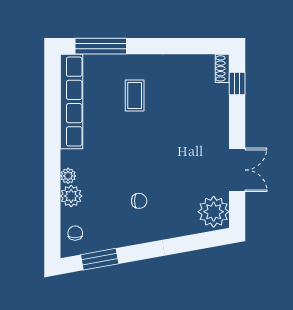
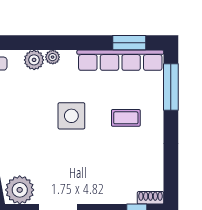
window: (52, 92) -> (129, 43), added
side table: (132, 155) -> (71, 116), added
chair: (139, 201) -> (30, 122), removed

